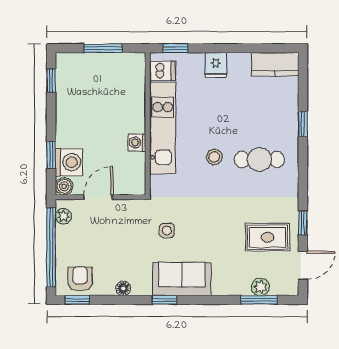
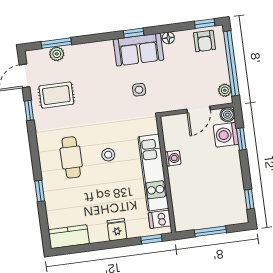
cafe table: (259, 160) -> (71, 157), turned 90
sofa: (182, 279) -> (138, 50), moved

